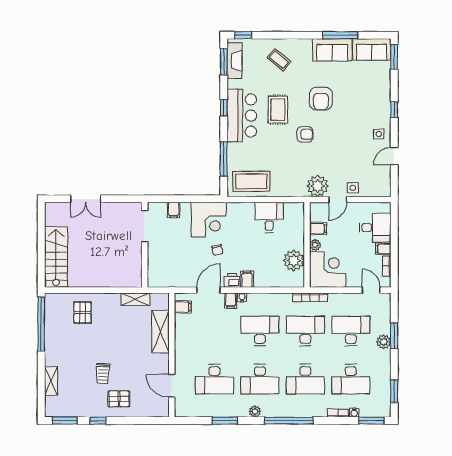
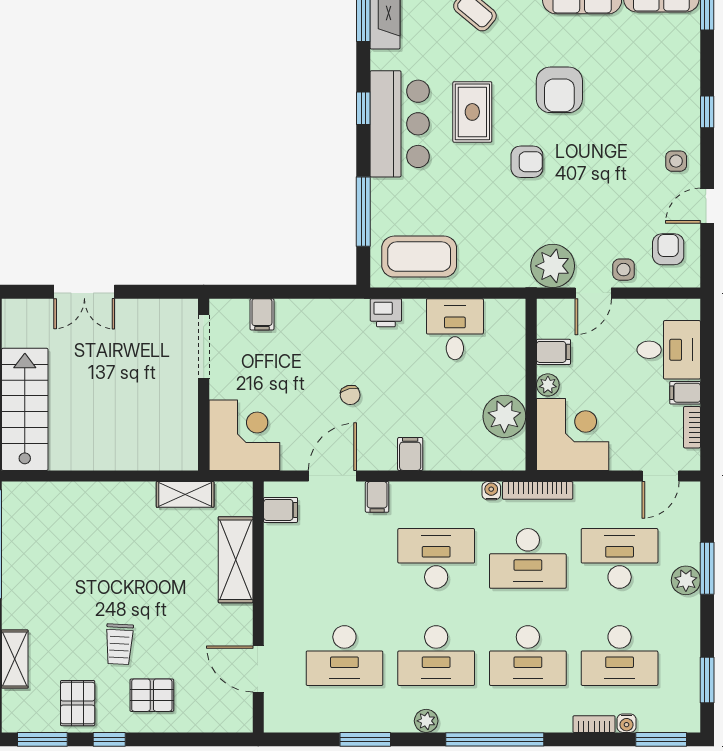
armchair: (375, 178) -> (668, 249), added
corner desk: (209, 220) -> (244, 435), moved, turned -90
printer: (232, 280) -> (386, 313), moved, turned 180
door: (371, 290) -> (661, 476), swing flipped
water cooler: (242, 297) -> (491, 491), moved
pallet: (82, 313) -> (78, 703), moved
desk: (305, 331) -> (528, 558), turned 180

